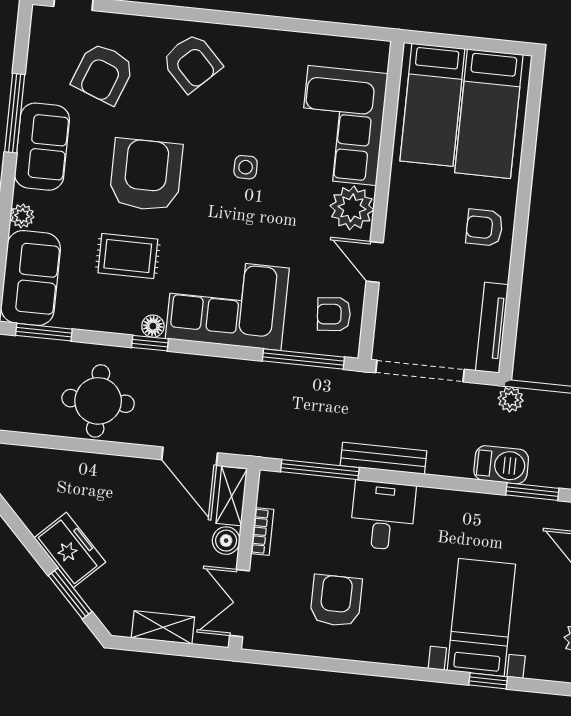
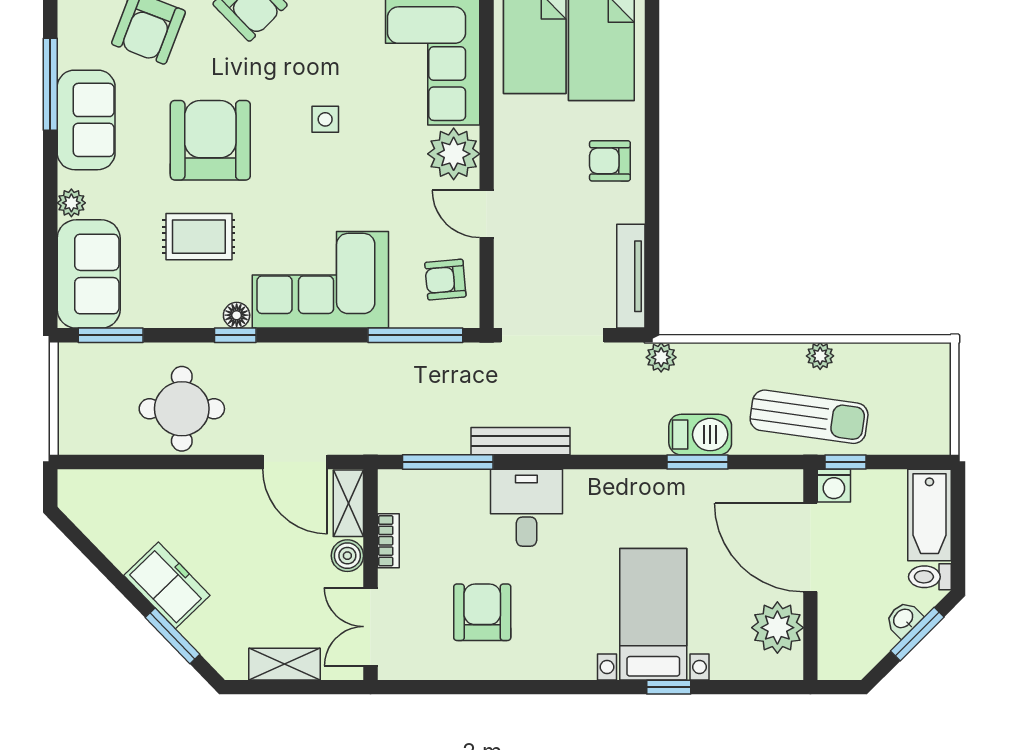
barbecue: (501, 465) -> (700, 435), moved

